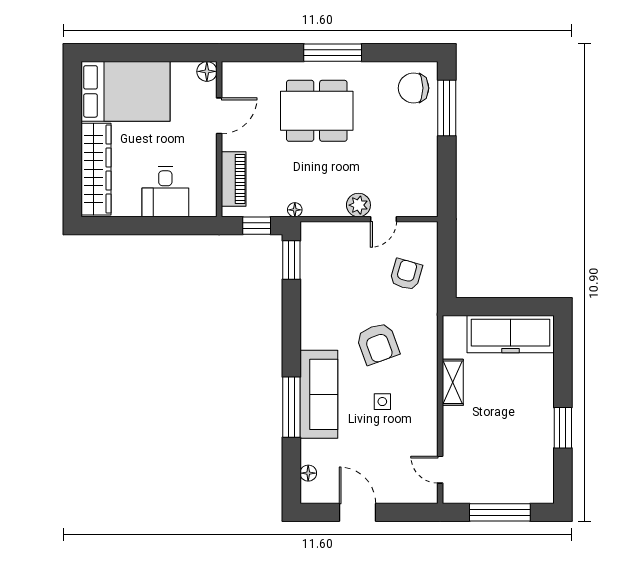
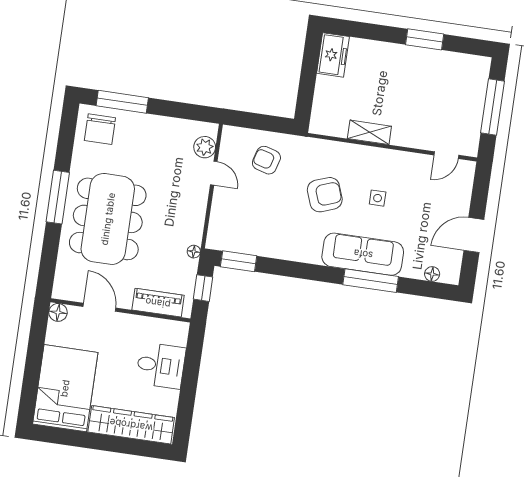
dining table: (317, 111) -> (108, 219), width x1.36, depth x1.24
plant: (358, 205) -> (205, 147), moved
freezer: (511, 334) -> (333, 55), width x0.52, depth x0.79

